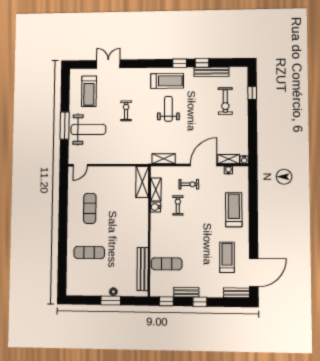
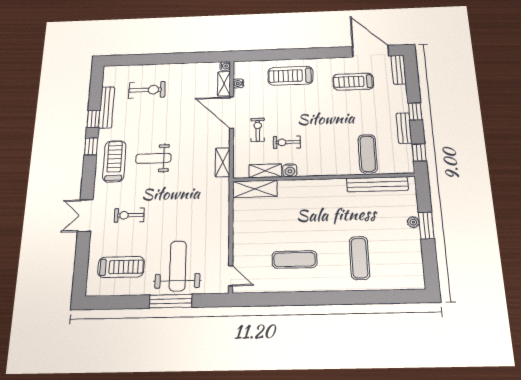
double door: (108, 64) -> (85, 216), moved
window: (252, 93) -> (138, 60), removed
exercise bike: (126, 111) -> (129, 215), moved

